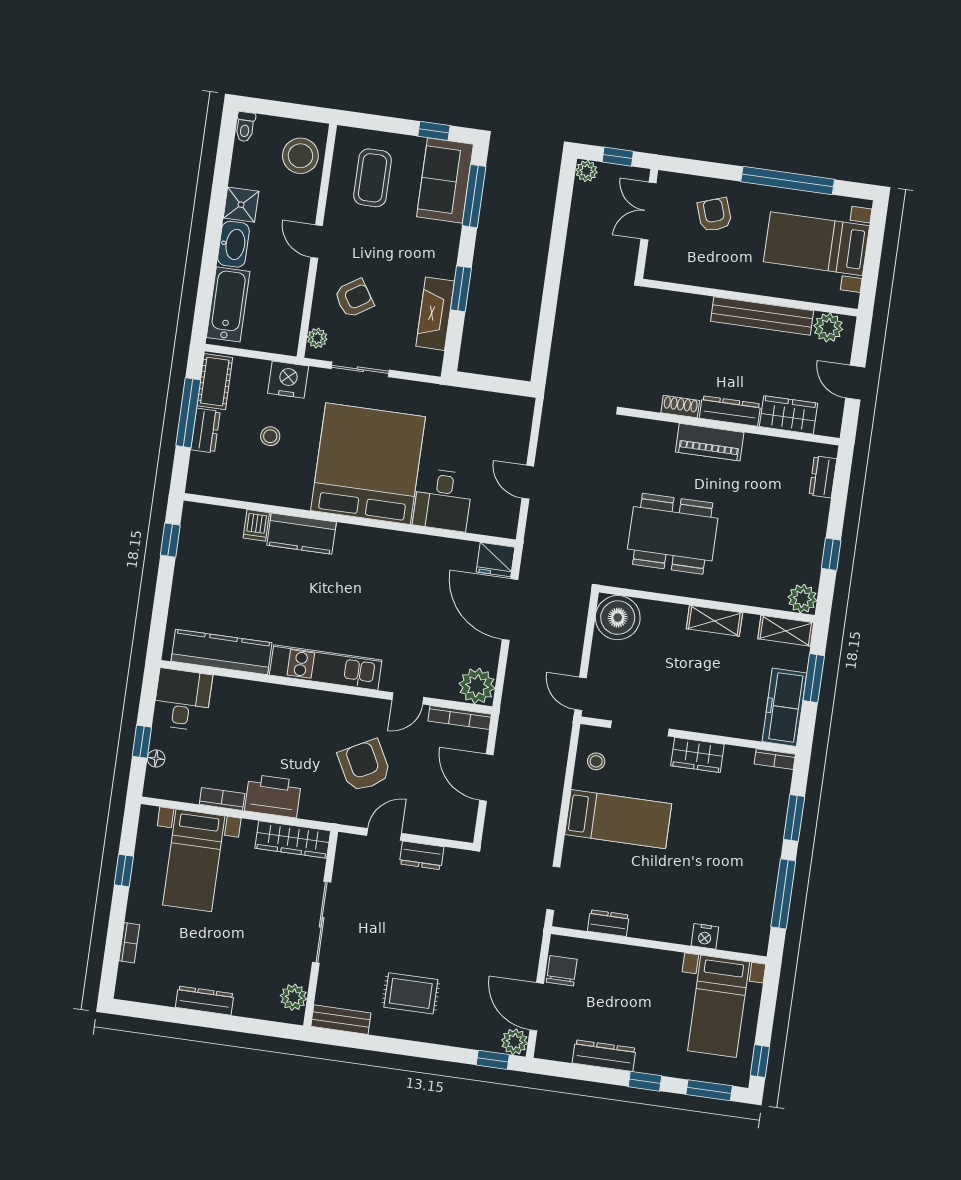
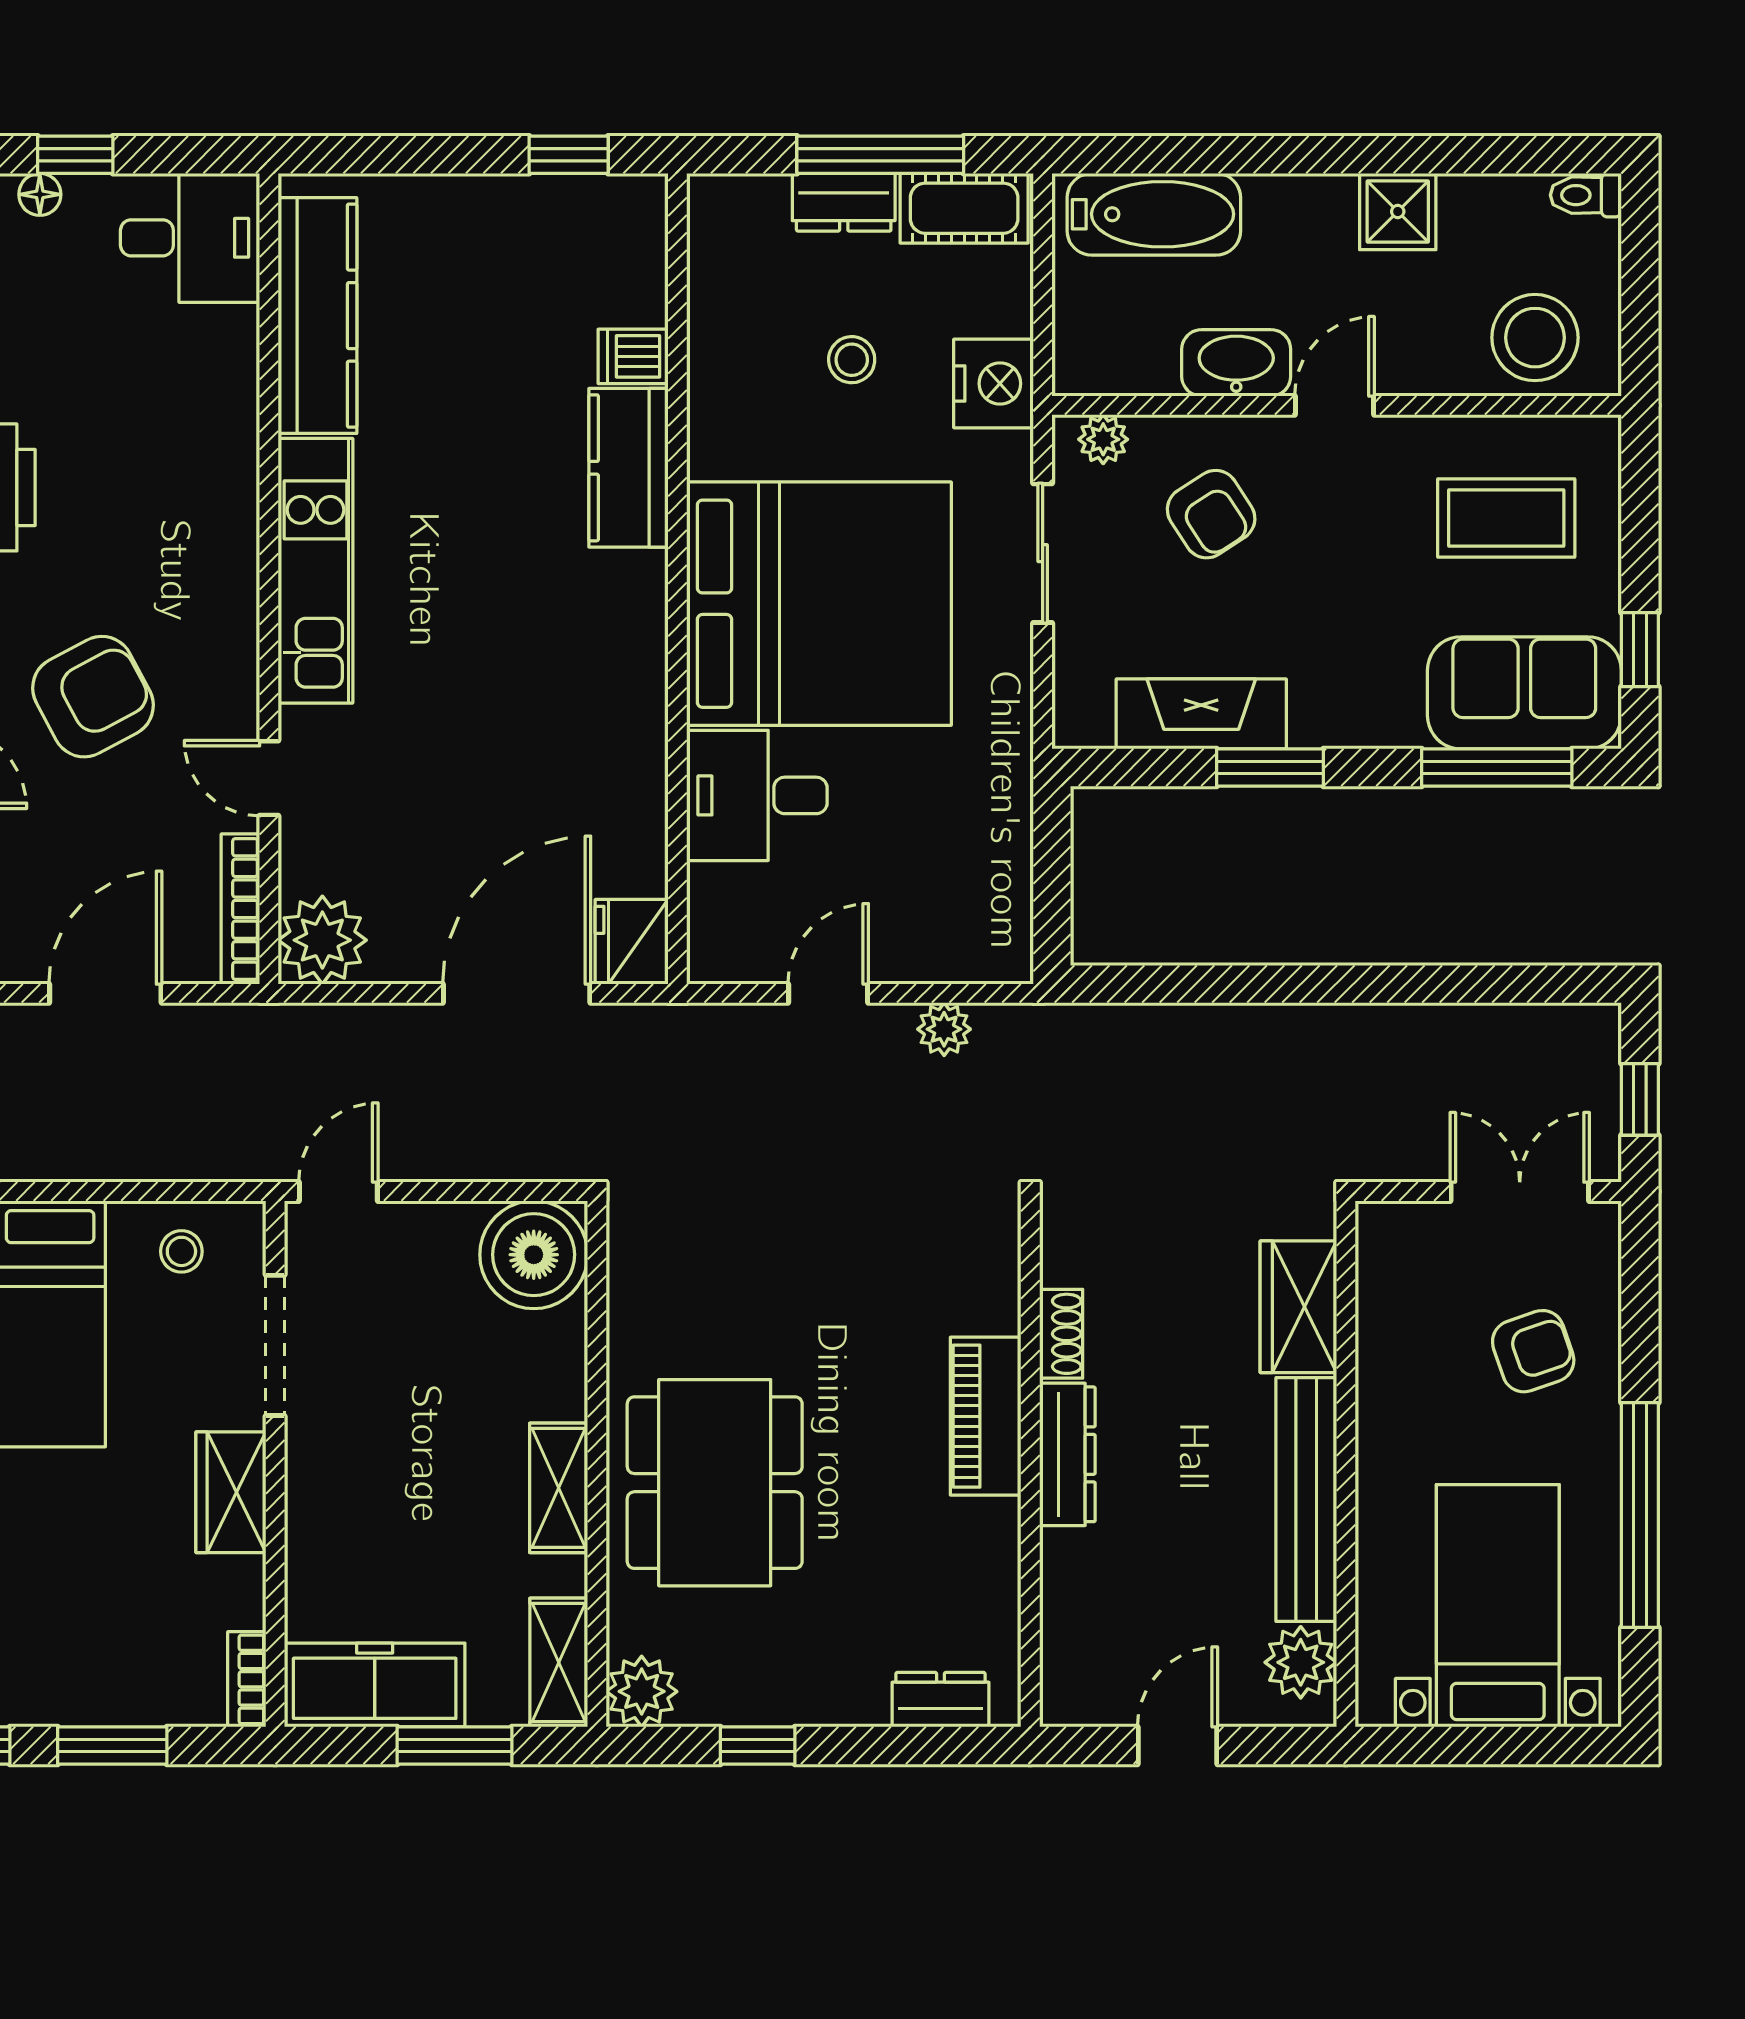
plant: (586, 171) -> (944, 1029), moved
washbasin: (233, 244) -> (1236, 363), moved, turned 180
wardrobe: (789, 415) -> (1298, 1307), moved, turned 180
dining table: (673, 534) -> (715, 1483), moved

